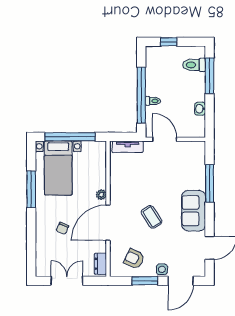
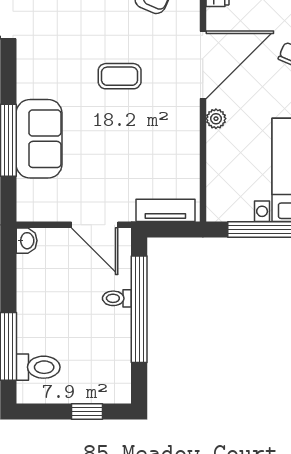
washbasin: (200, 109) -> (27, 241), moved
sofa: (194, 211) -> (39, 139), moved
coffee table: (152, 217) -> (120, 76), turned -57

